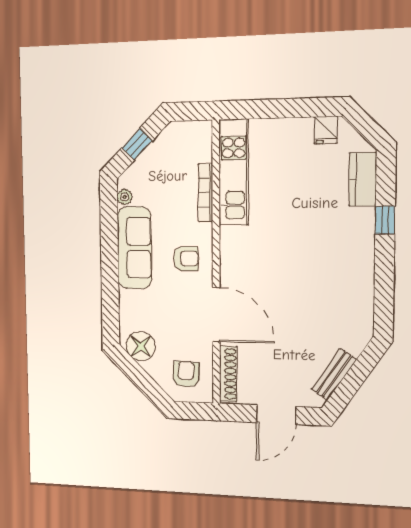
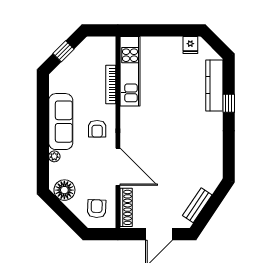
kitchen counter: (363, 179) -> (214, 85), width x1.50
plant: (125, 197) -> (54, 156), moved
armchair: (186, 259) -> (97, 129), turned 90

